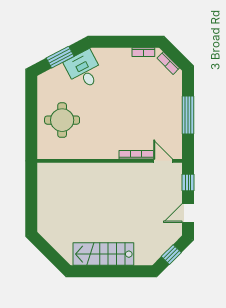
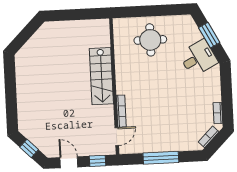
stairs: (103, 254) -> (101, 76), moved, turned 180

